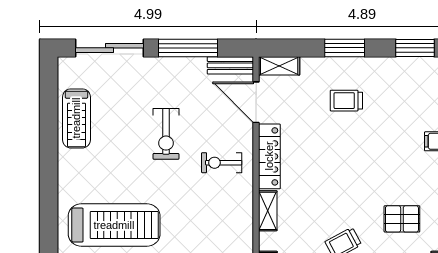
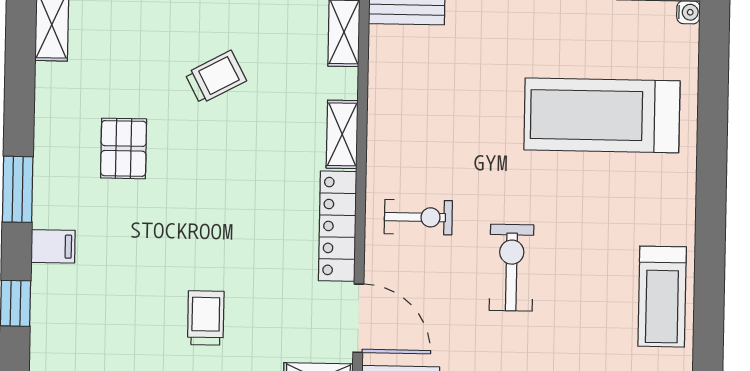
trolley: (346, 101) -> (206, 318), turned -90
treadmill: (76, 118) -> (662, 297), turned 180
pallet: (402, 219) -> (124, 148), moved, turned 90

